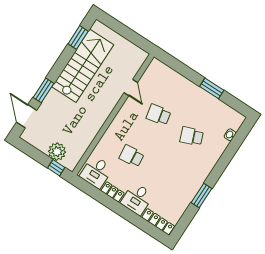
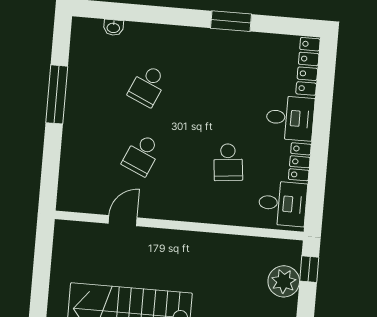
window: (212, 88) -> (57, 94), width x1.44
school desk: (159, 115) -> (142, 155), turned 36
school desk: (192, 136) -> (148, 86), turned 45

